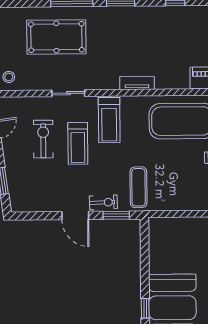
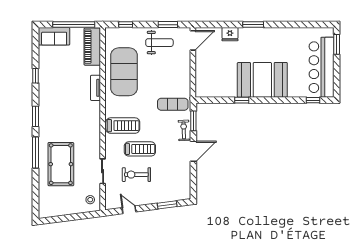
tv unit: (137, 83) -> (96, 88), moved
sliding door: (68, 93) -> (103, 171), moved
window: (145, 308) -> (242, 100), moved

